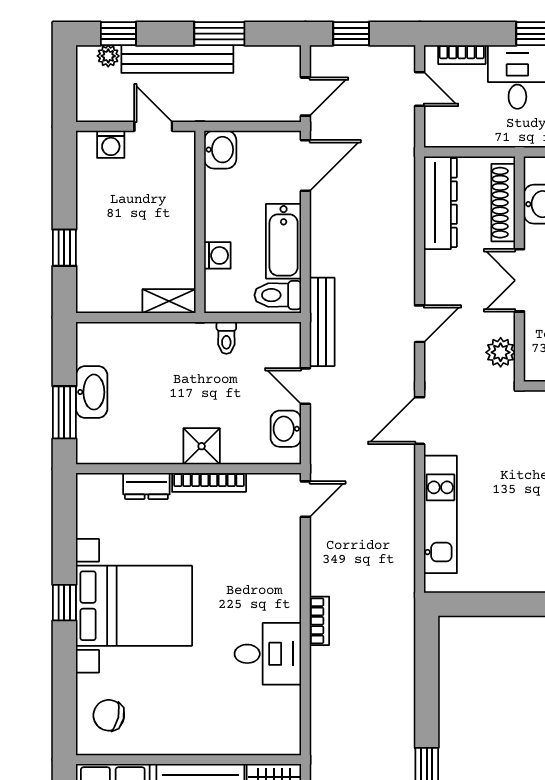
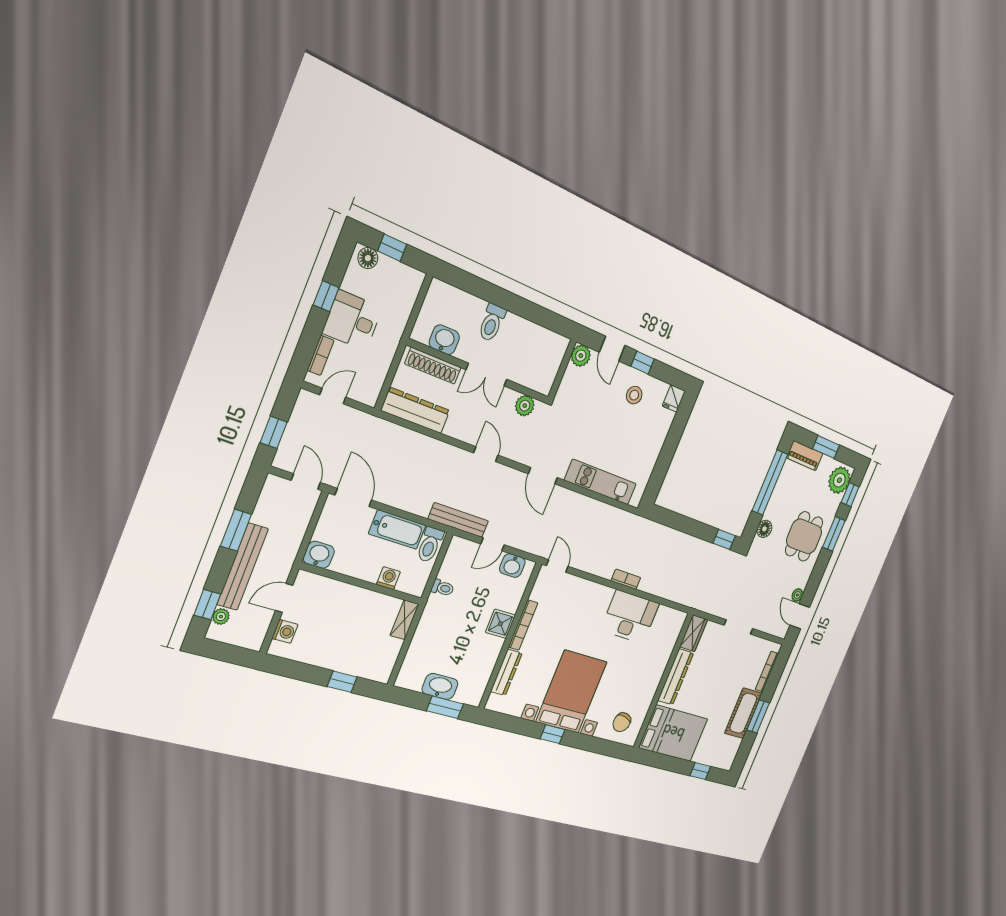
dresser: (146, 486) -> (506, 672), width x1.44
desk: (268, 654) -> (630, 617), width x1.37

